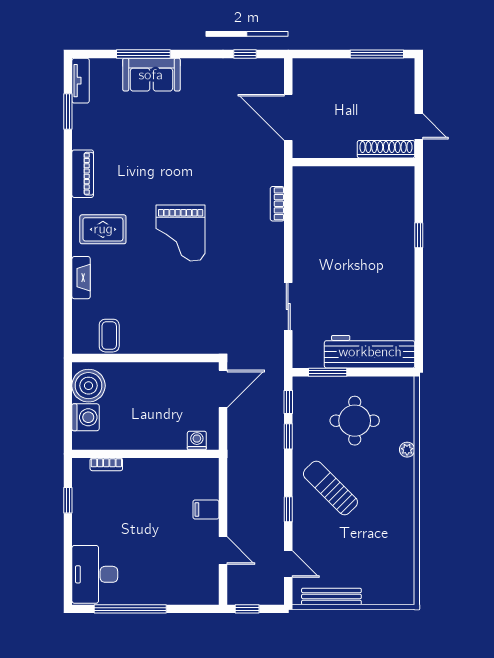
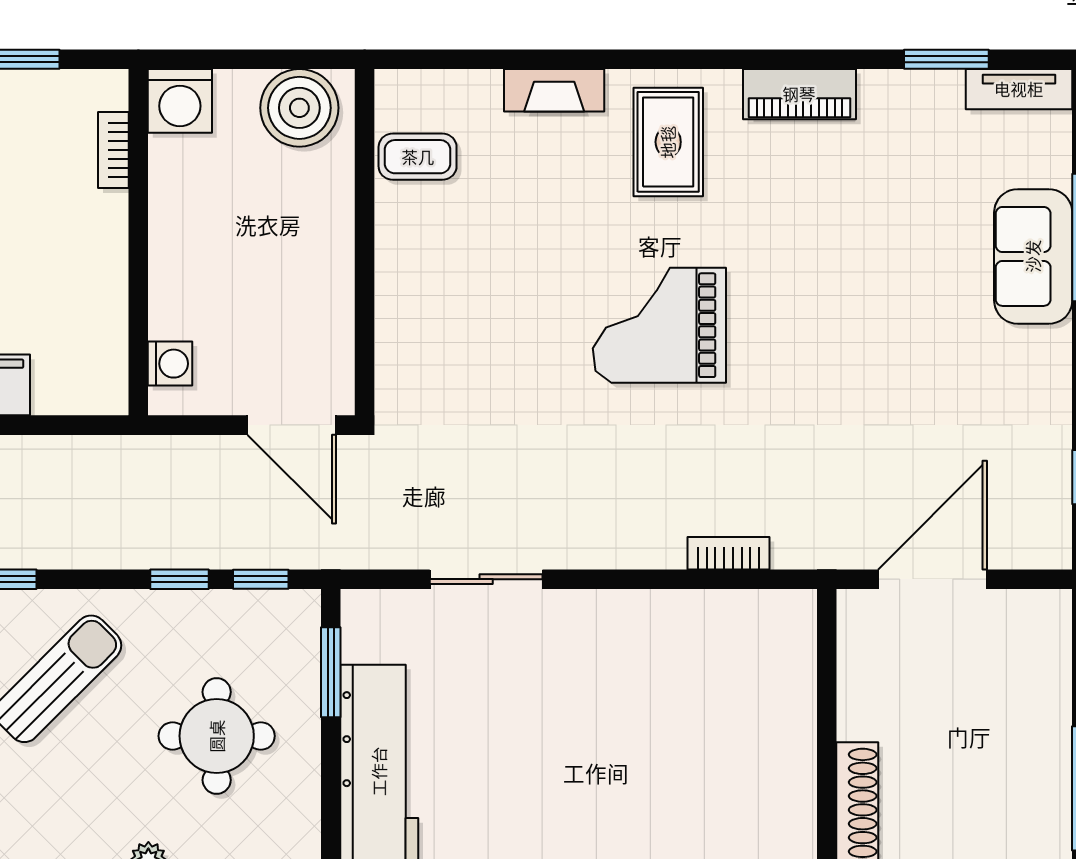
washing machine: (86, 417) -> (180, 101), moved

